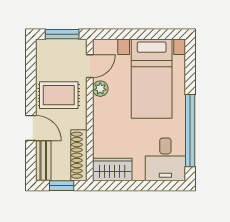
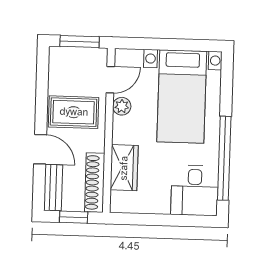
wardrobe: (112, 169) -> (124, 168), moved, turned 90

